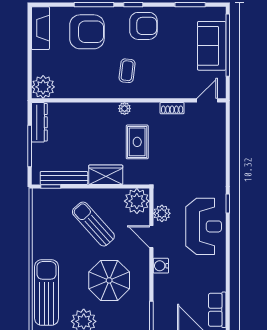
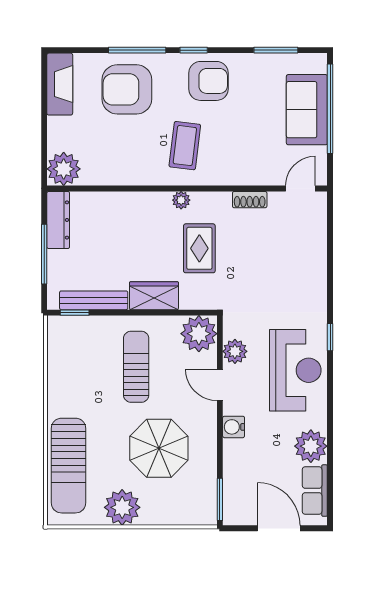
armchair: (87, 32) -> (127, 89), turned 180
coffee table: (127, 71) -> (185, 146), width x1.36, depth x1.30
sun lounger: (93, 224) -> (136, 367), turned 42
plant: (214, 279) -> (311, 446), added
sun lounger: (47, 292) -> (69, 466), turned 180

